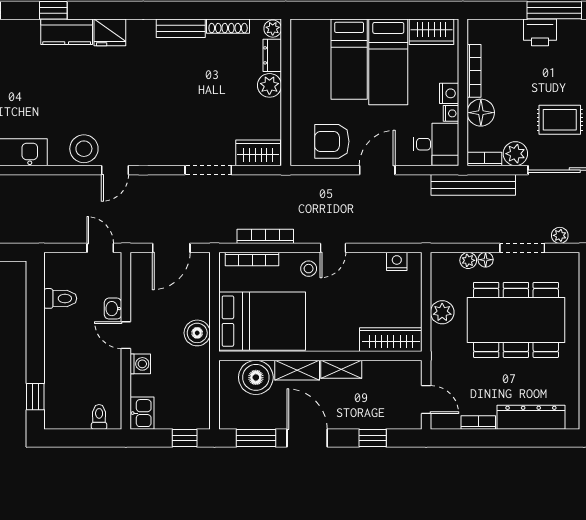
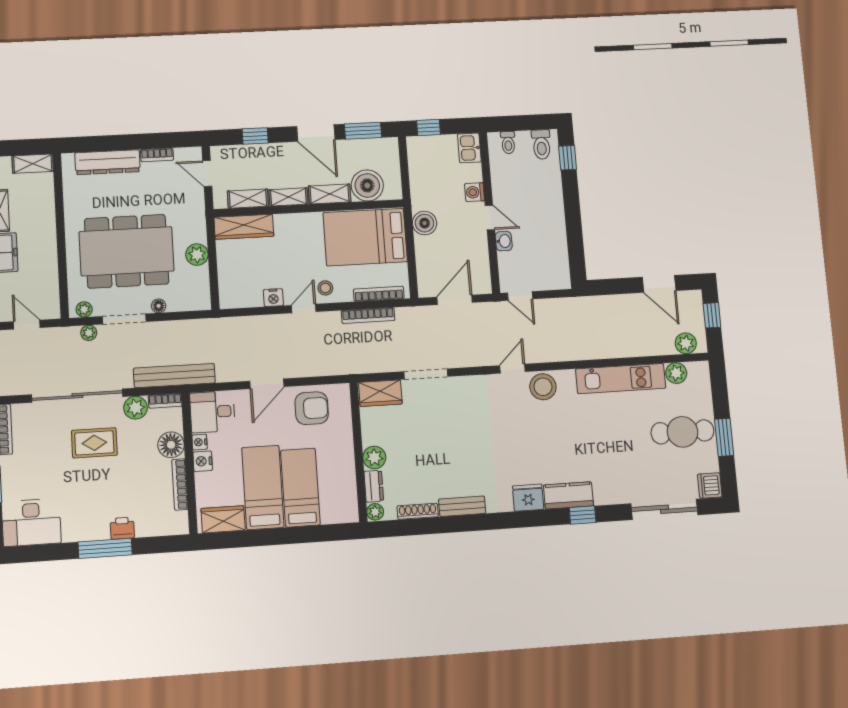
printer: (540, 32) -> (122, 528), width x0.73, depth x0.81
plant: (468, 260) -> (84, 309), moved
nightstand: (397, 261) -> (273, 298), moved
toilet: (60, 298) -> (541, 144), moved, turned -90
shelving: (385, 370) -> (248, 199), added

